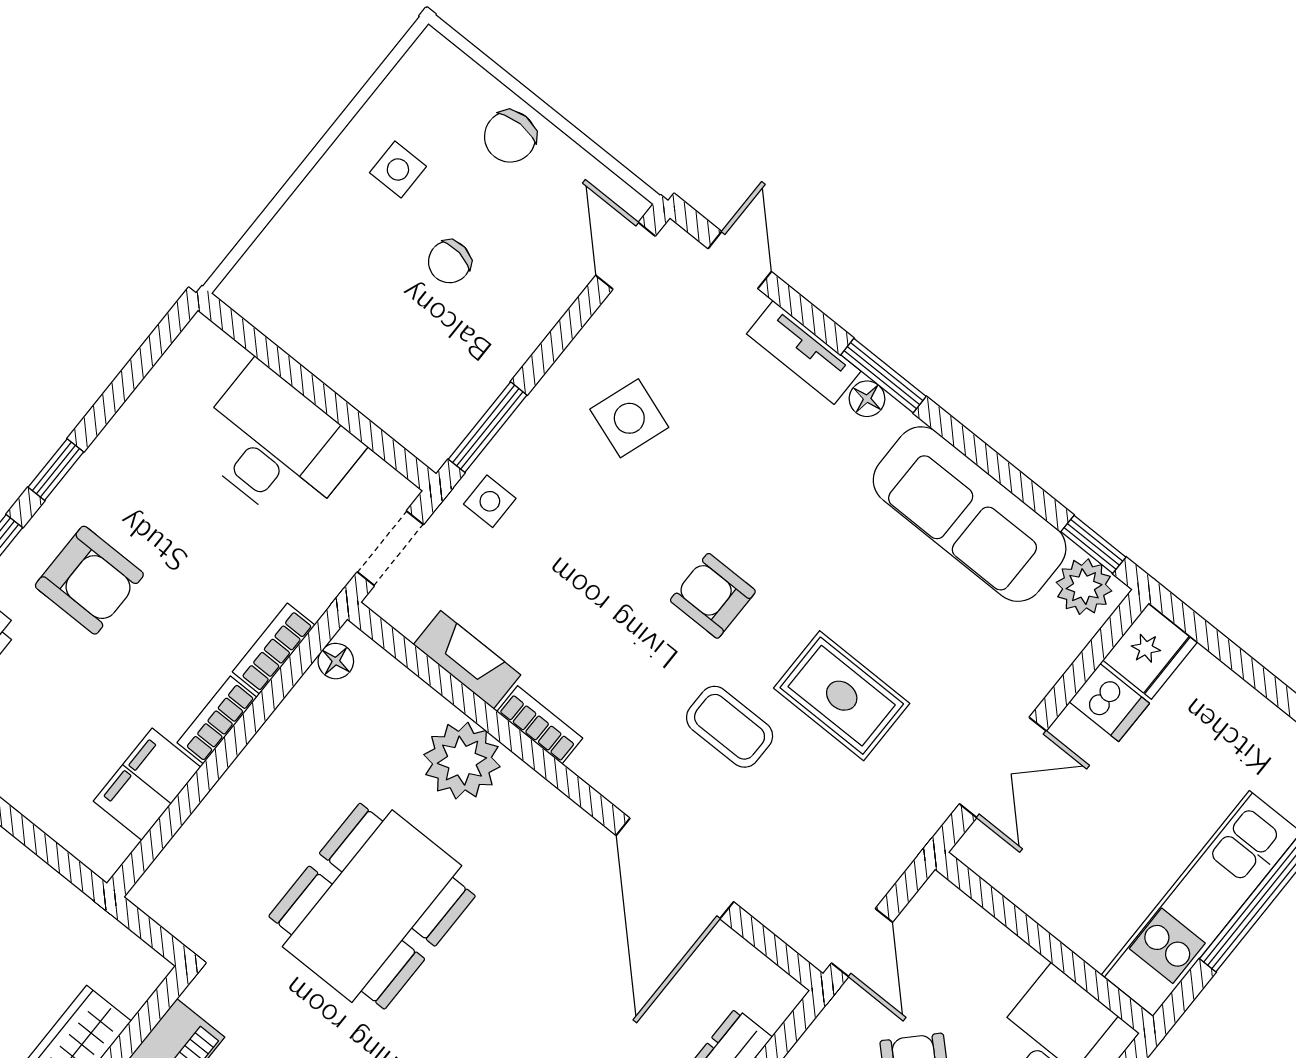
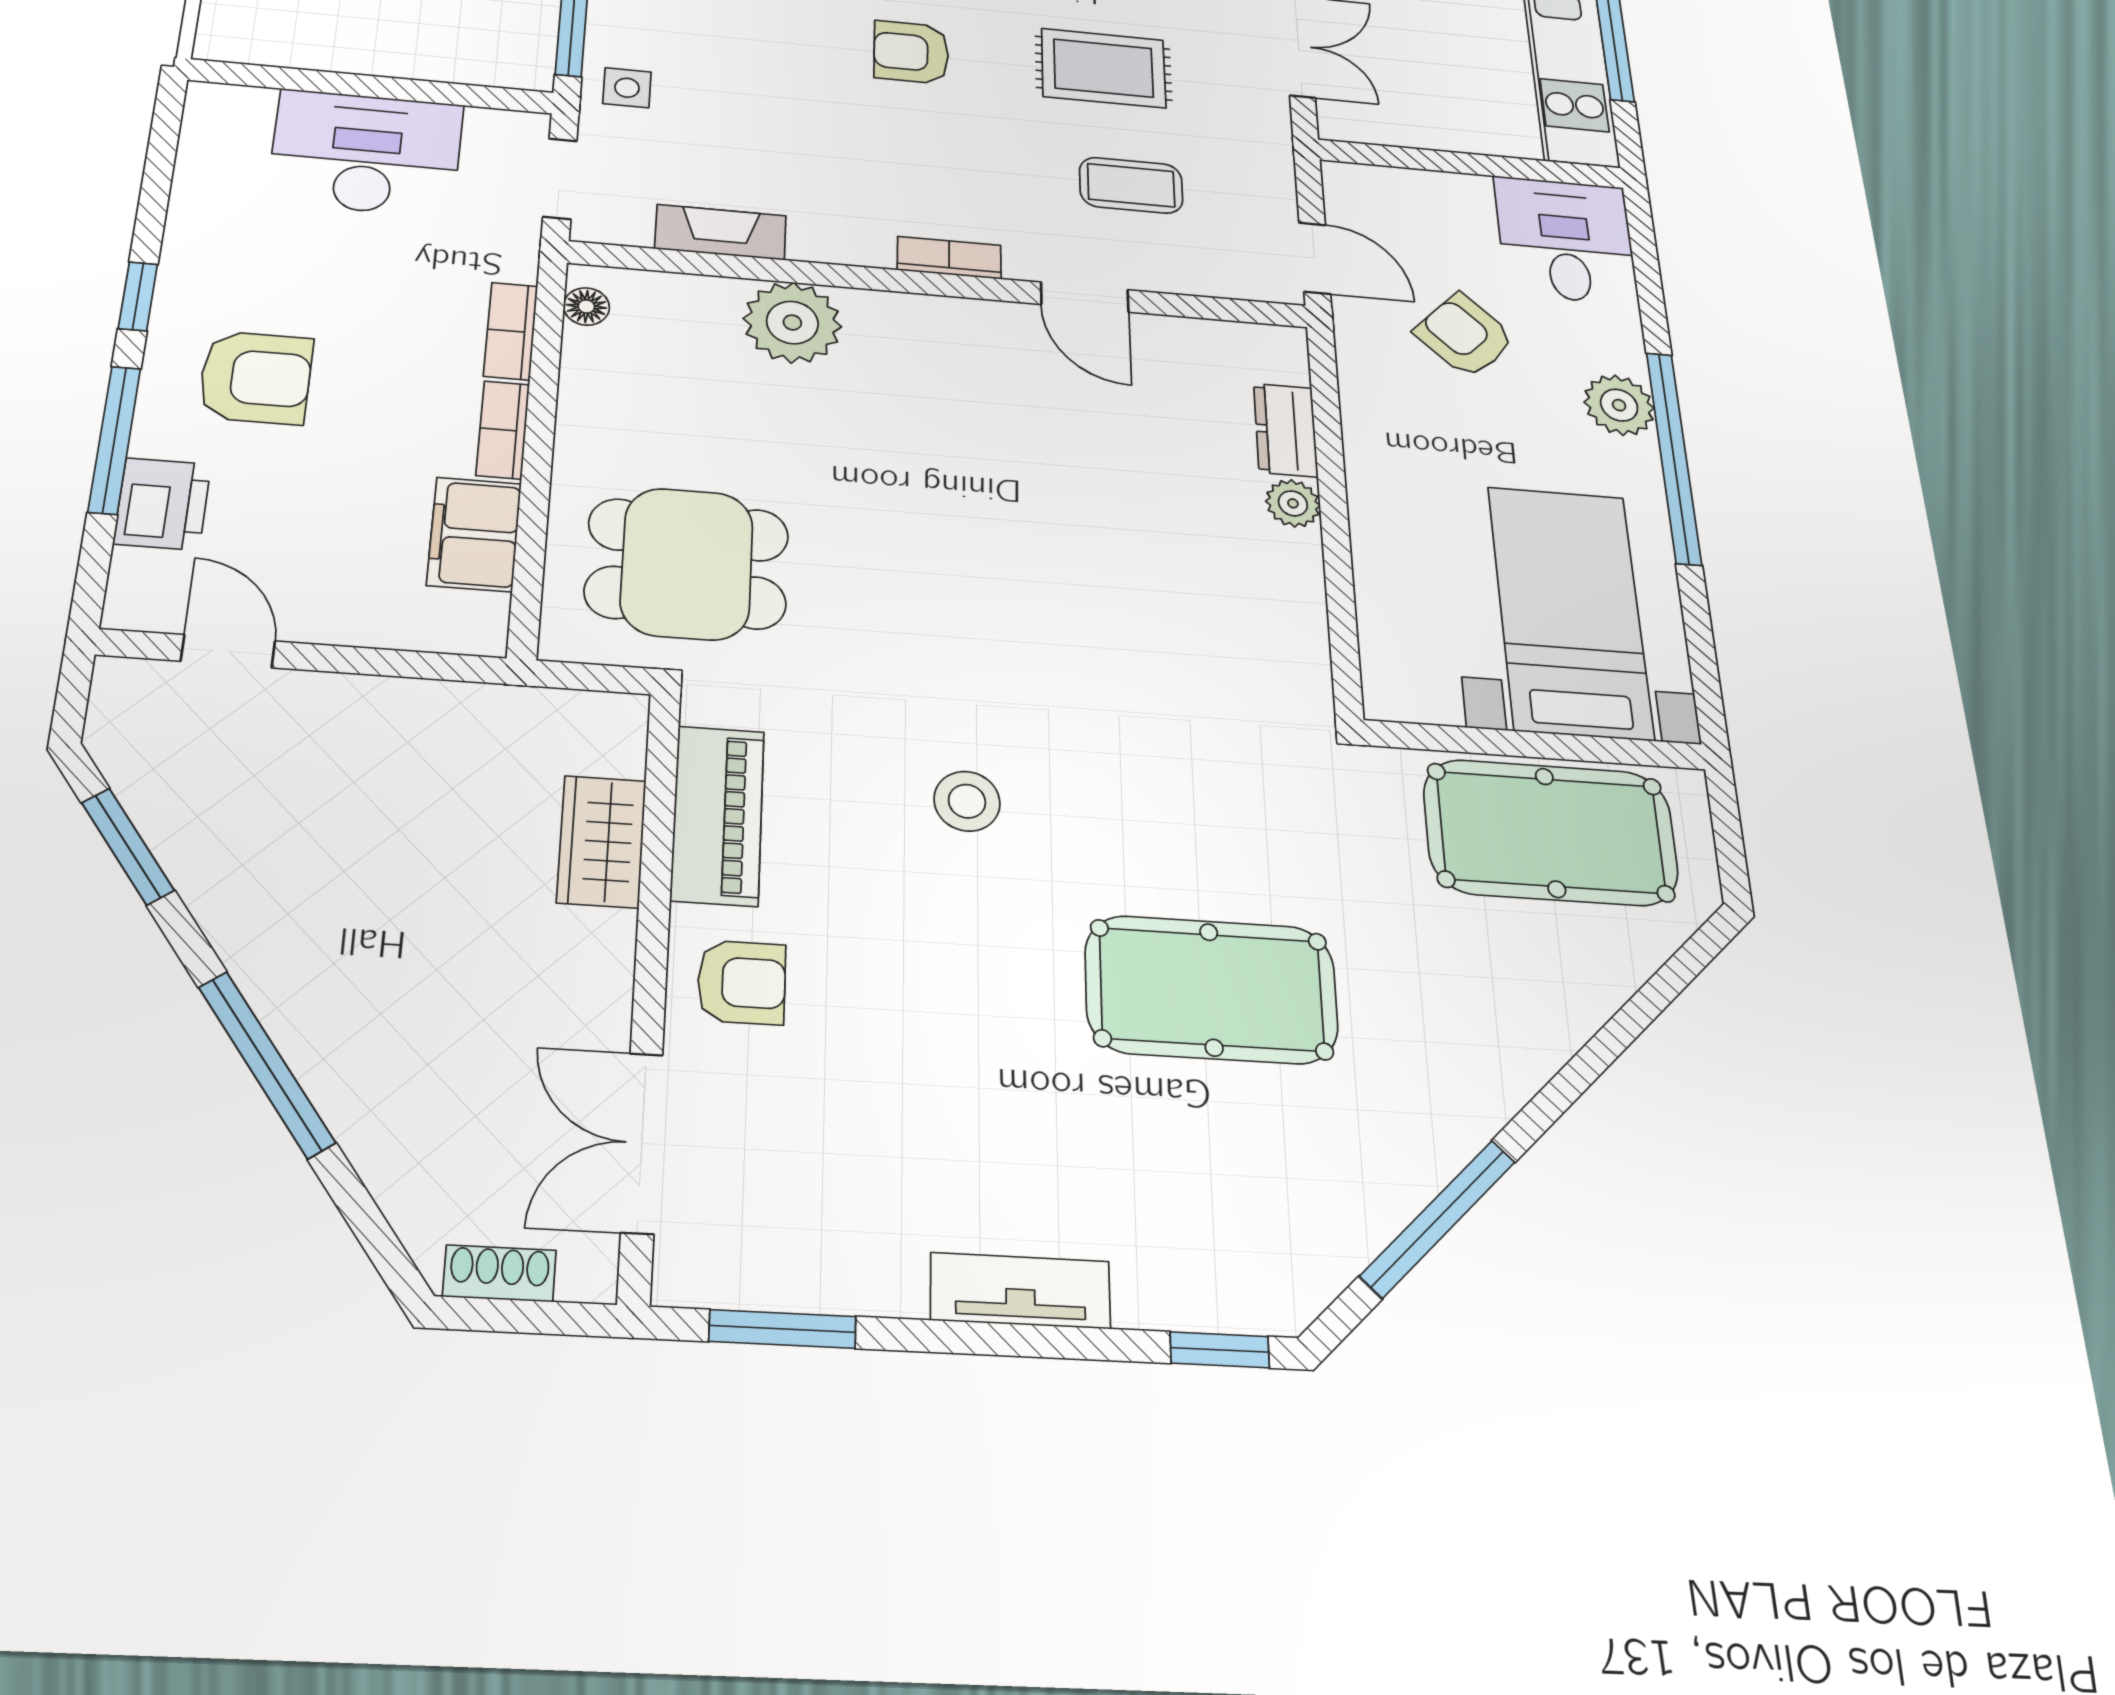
bookcase: (540, 725) -> (949, 258), moved
coffee table: (730, 727) -> (1131, 185), moved
door: (675, 869) -> (1085, 297), width x0.53
dining table: (372, 906) -> (687, 564), moved, width x0.73

